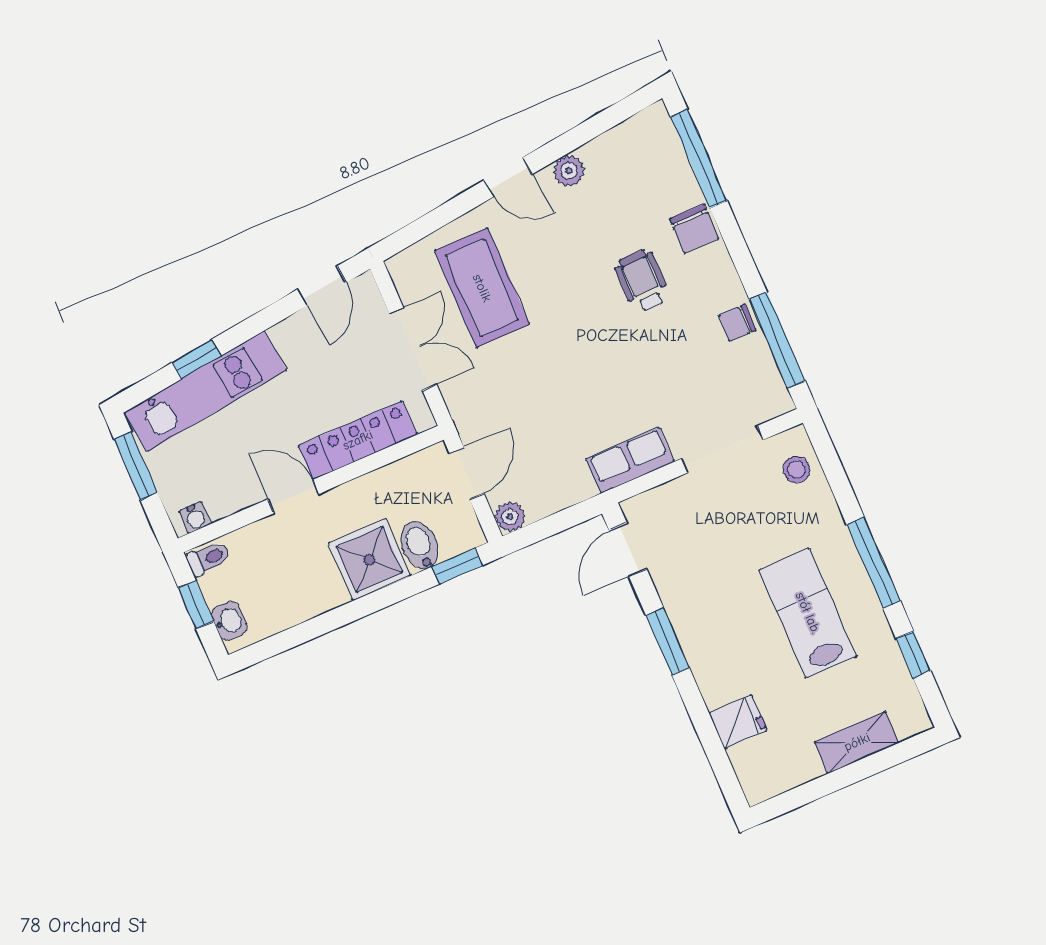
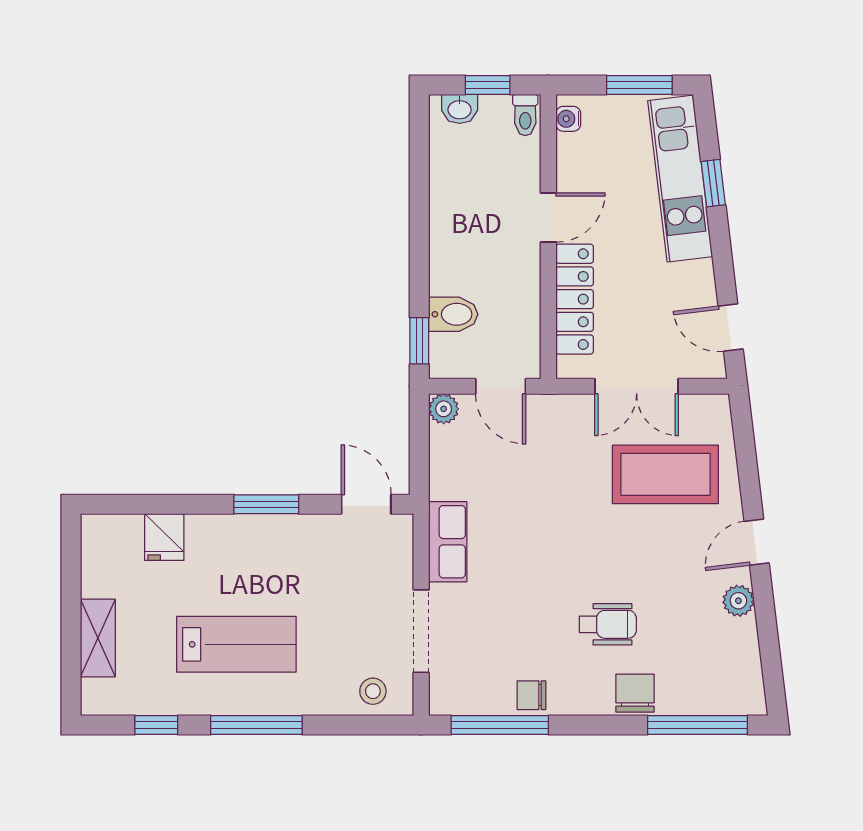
chair: (694, 229) -> (635, 693), turned 90
chair: (737, 323) -> (531, 695), turned -90
shower: (370, 559) -> (460, 263), removed

